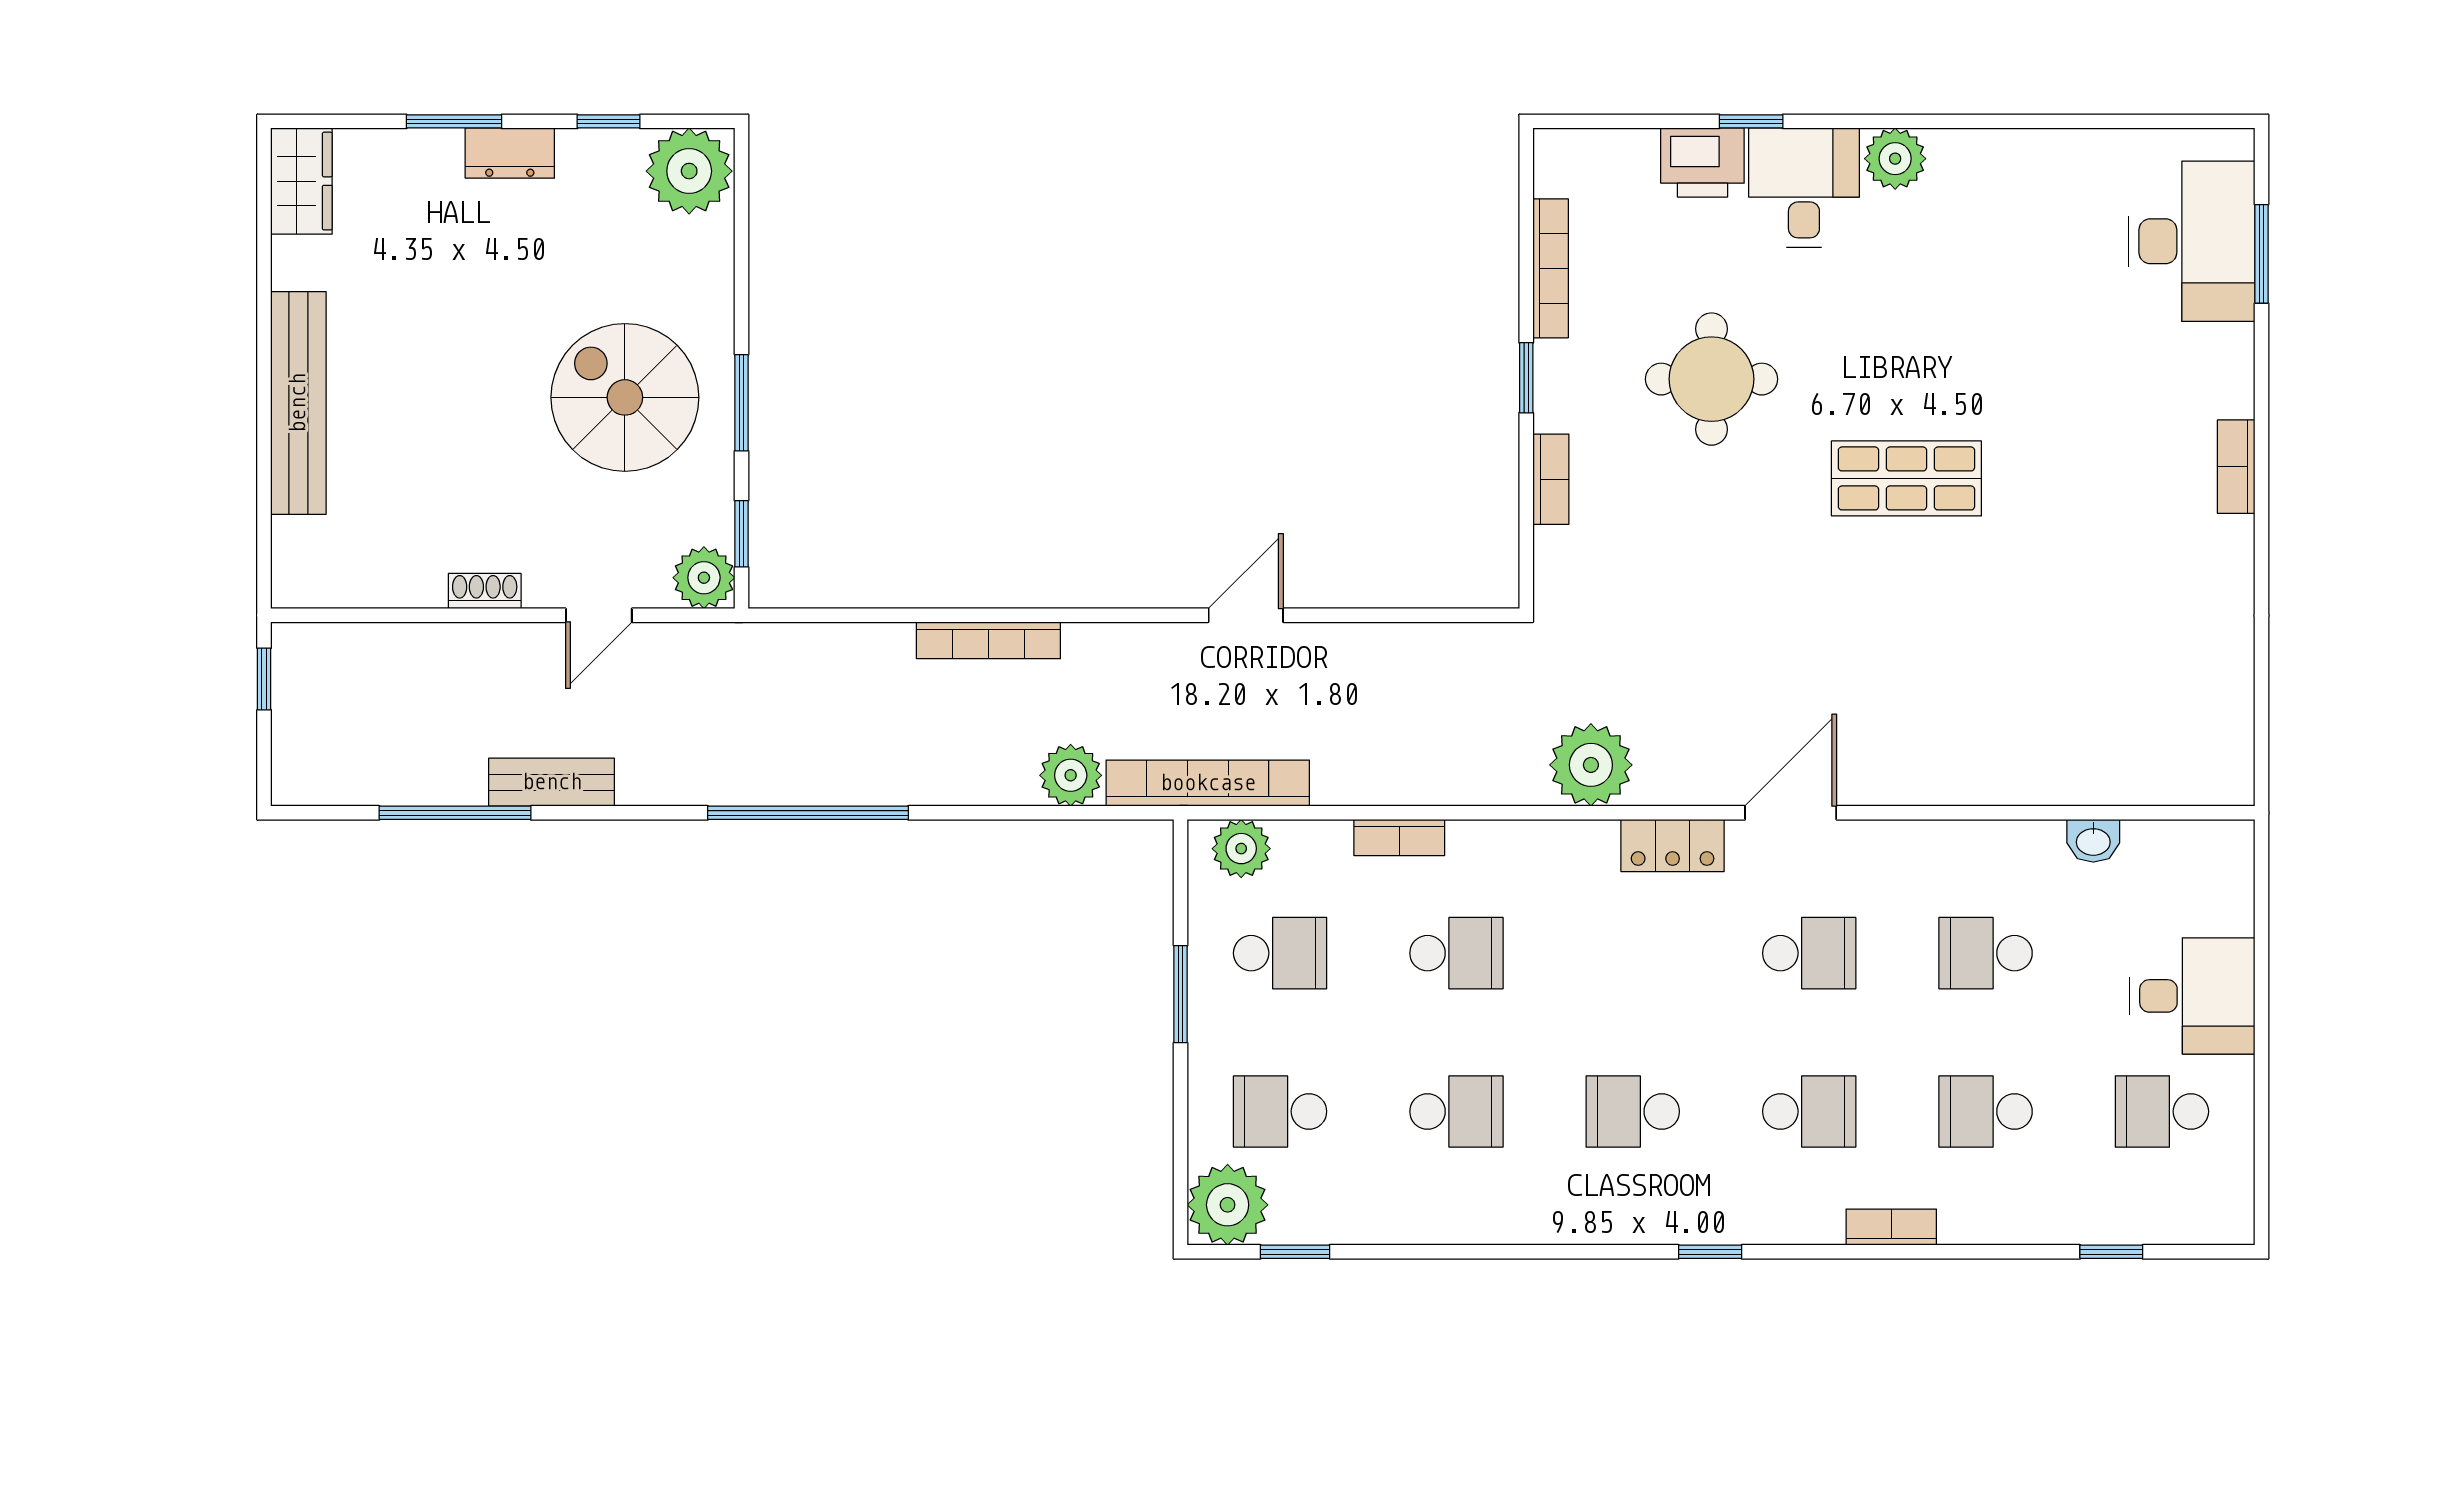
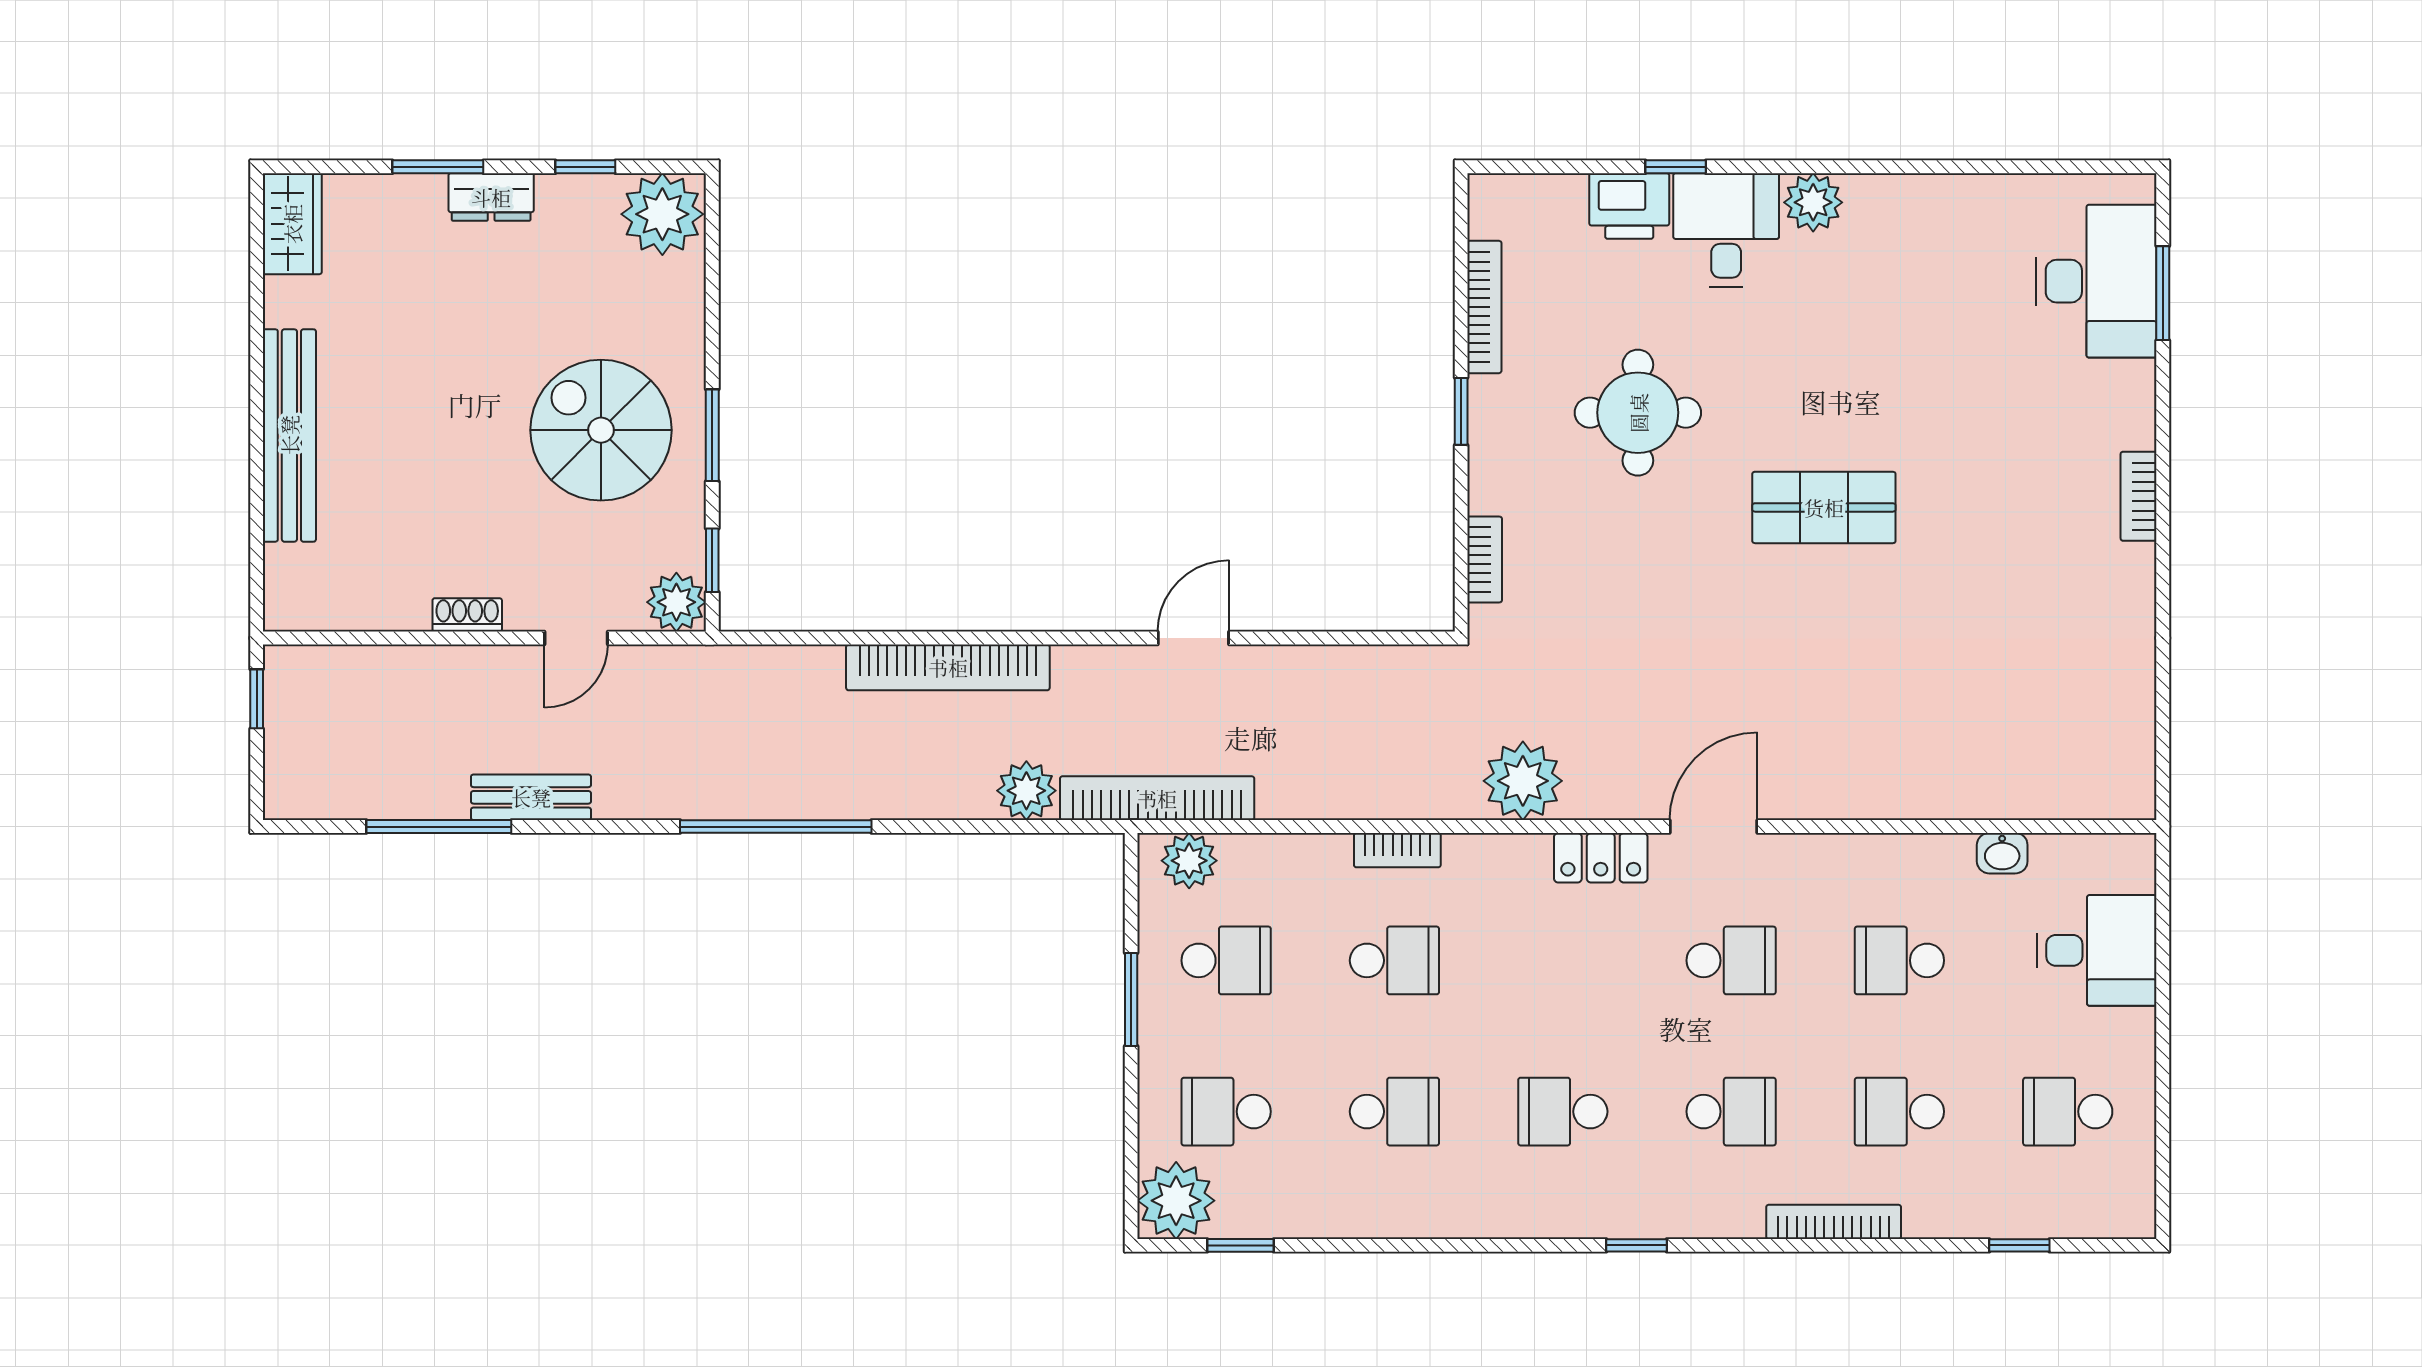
bookcase: (1551, 479) -> (1485, 560), moved
bookcase: (988, 640) -> (948, 667), width x1.48, depth x1.31
bookcase: (1399, 838) -> (1397, 850), moved
desk: (2192, 996) -> (2097, 950), moved
bookcase: (1891, 1227) -> (1834, 1222), width x1.56

